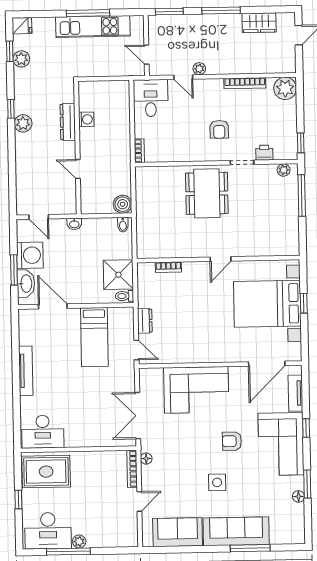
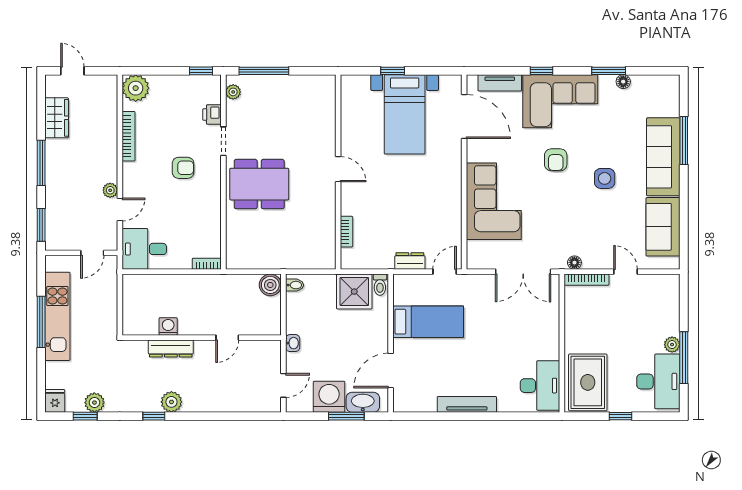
bed with nightstands: (267, 304) -> (405, 114), width x0.73

